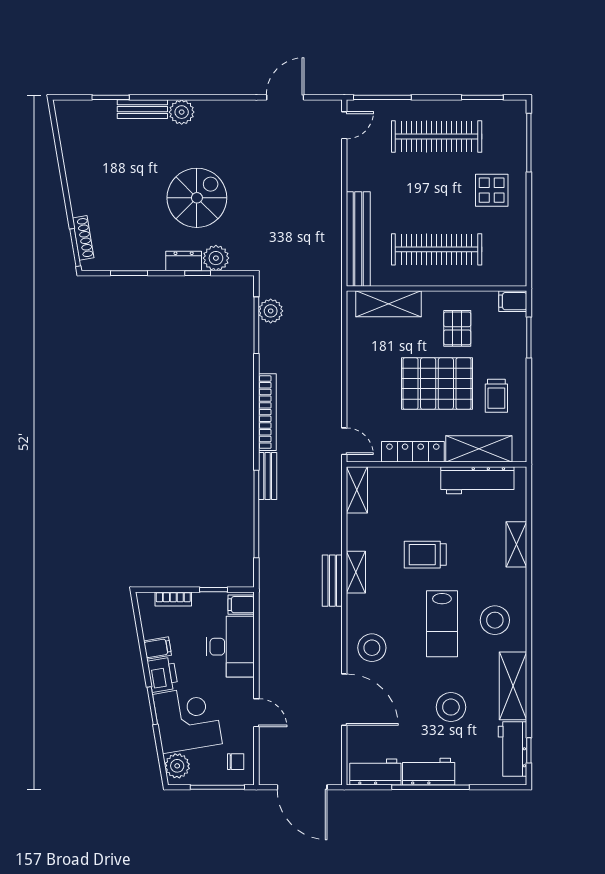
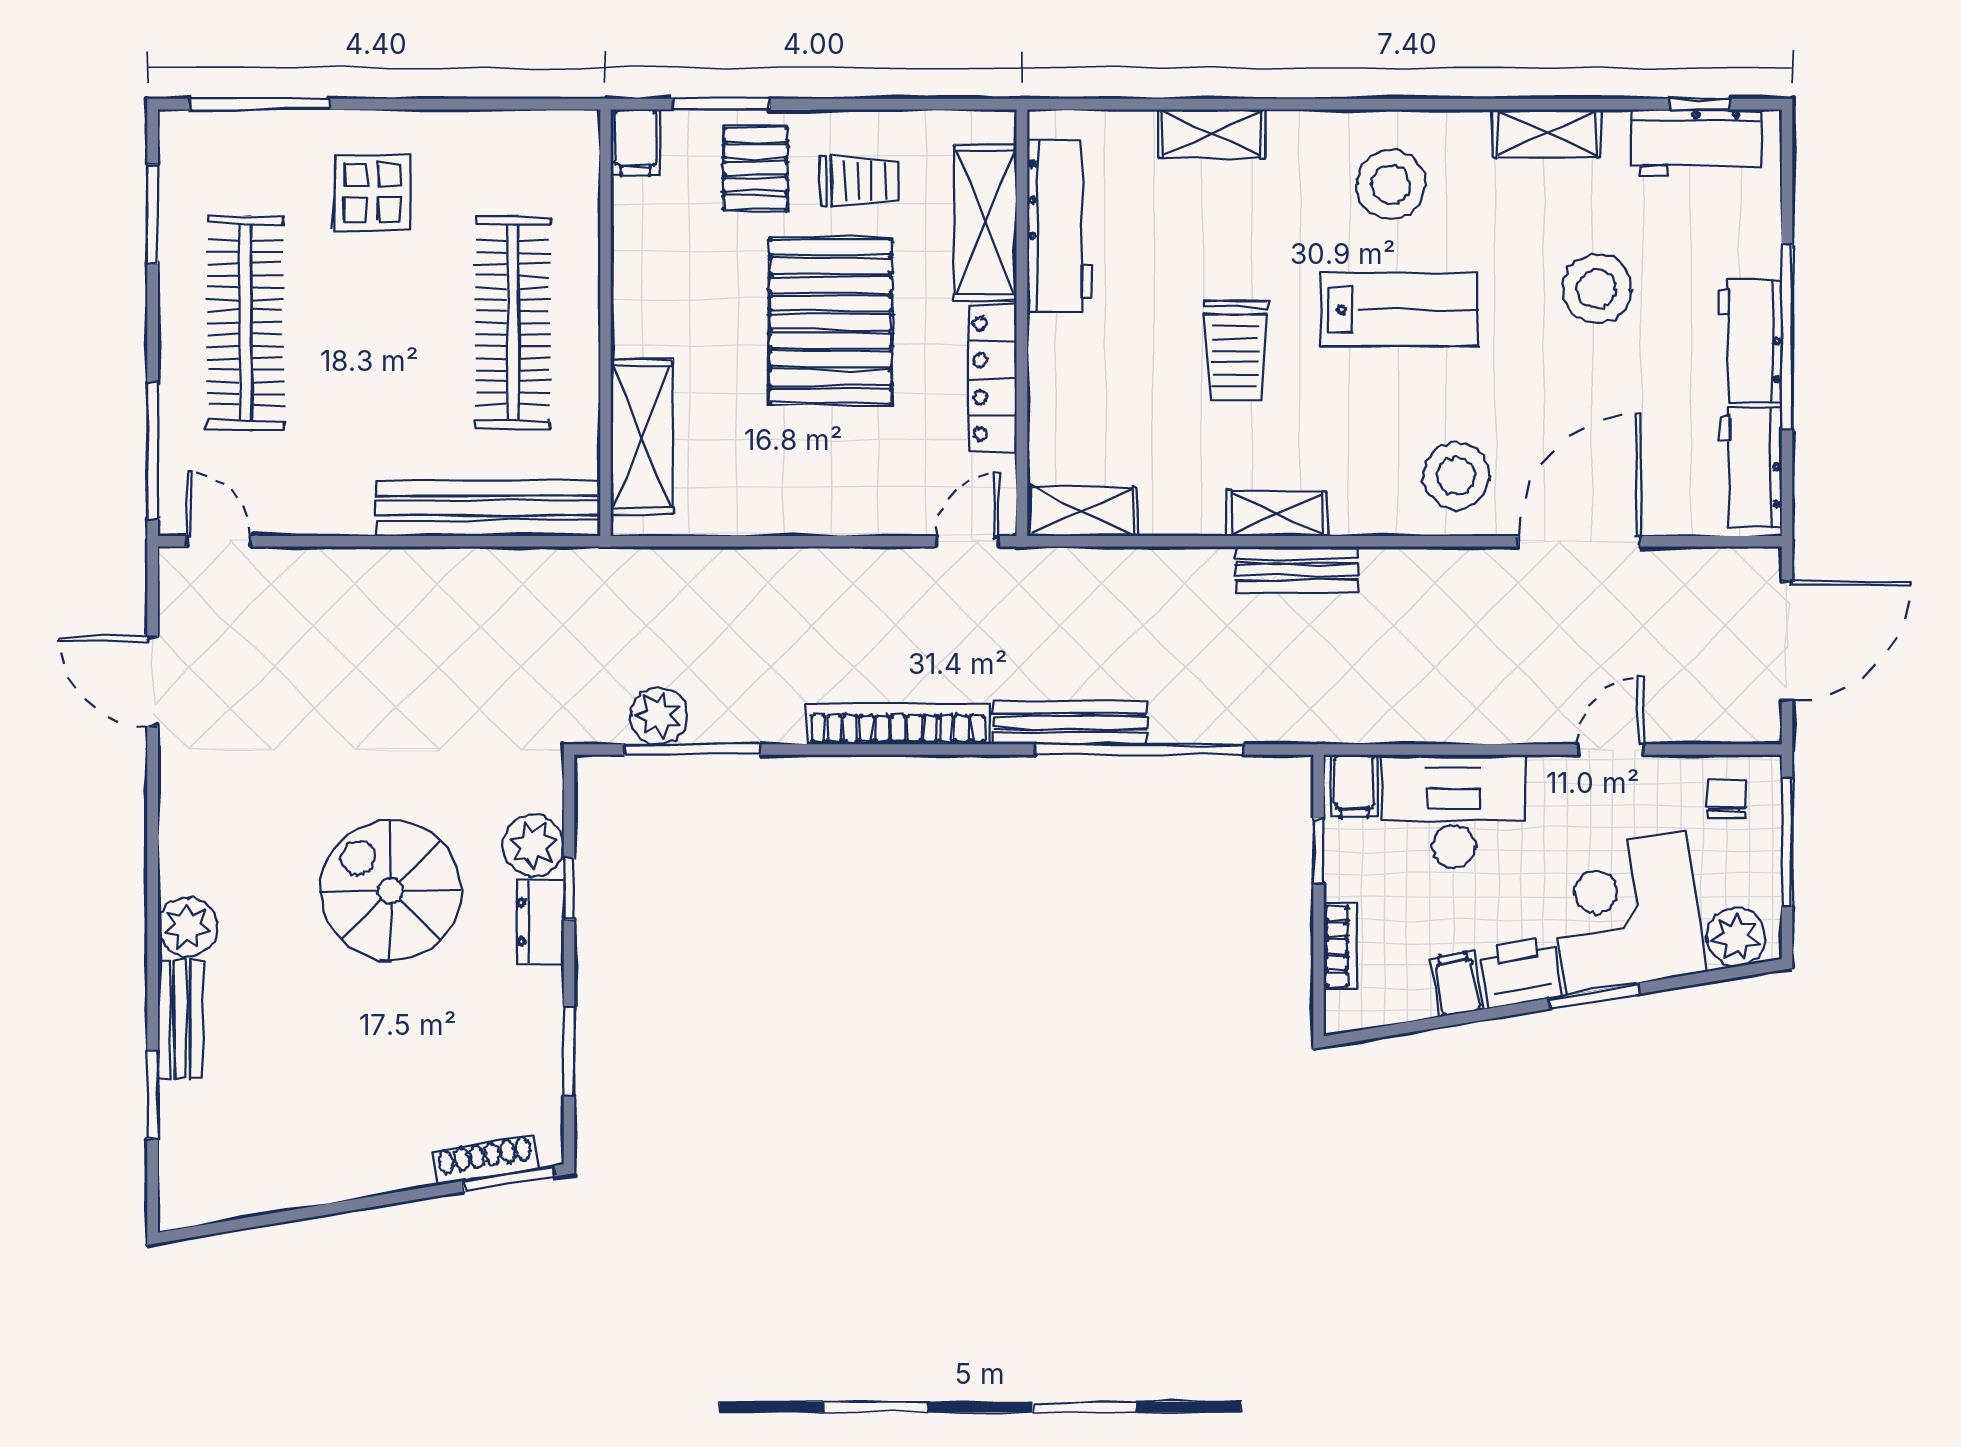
pallet: (457, 328) -> (755, 168), moved, turned 90
bench: (268, 476) -> (1070, 723), width x1.36
shelving: (513, 686) -> (1547, 133), width x0.67, depth x0.75

